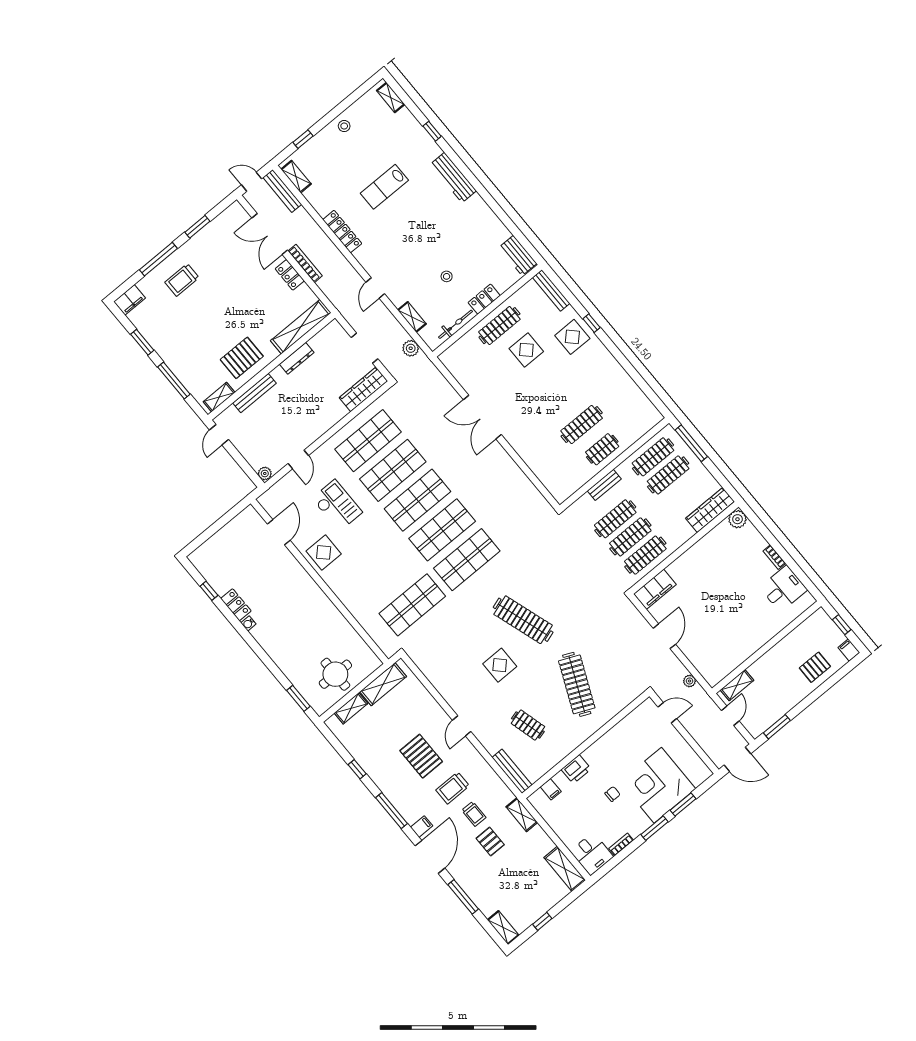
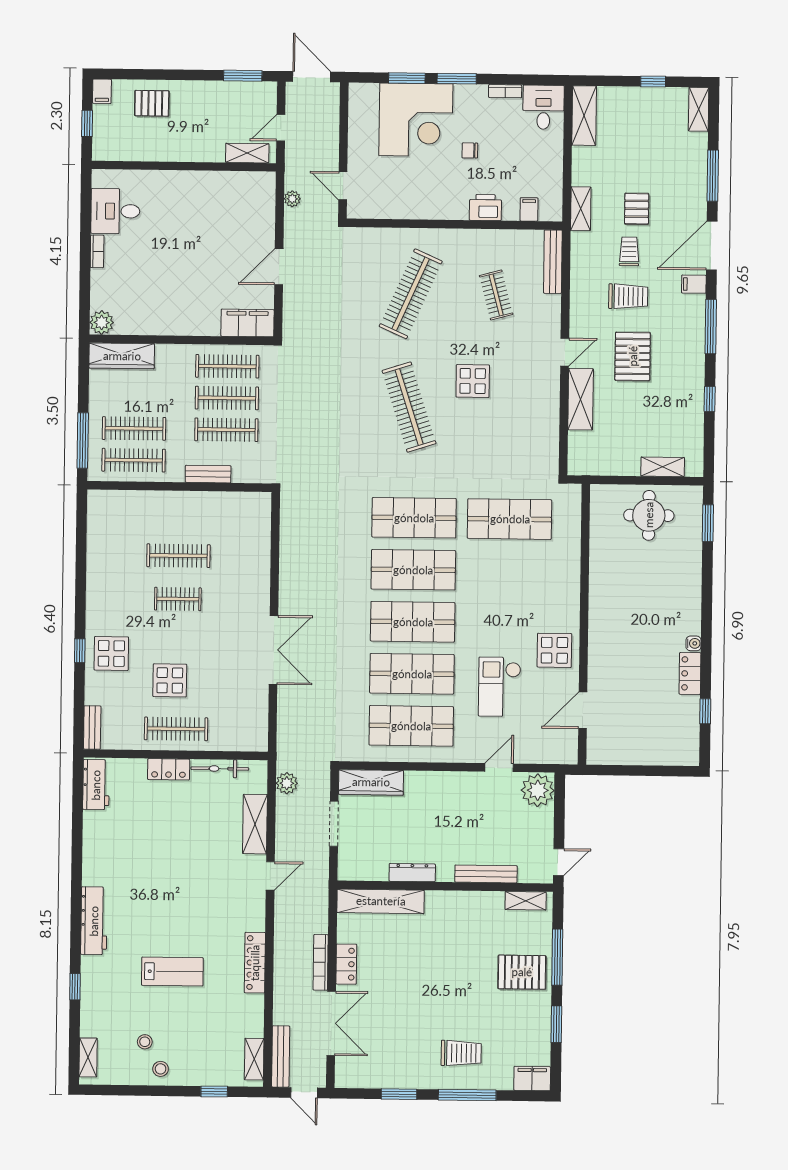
stool: (447, 276) -> (145, 1042), moved
bench: (551, 290) -> (92, 728), width x0.73
shelving: (412, 317) -> (255, 824), width x1.50, depth x1.33
pallet: (242, 358) -> (522, 972), moved
clothes rail: (602, 449) -> (178, 599), moved
plant: (265, 473) -> (538, 790), width x1.88, depth x1.88
shelving: (383, 684) -> (581, 399), moved, turned 90

